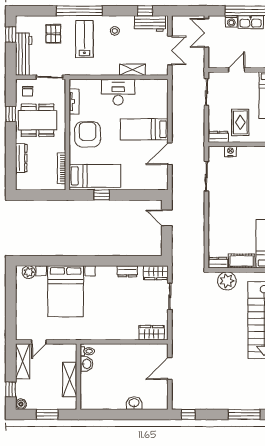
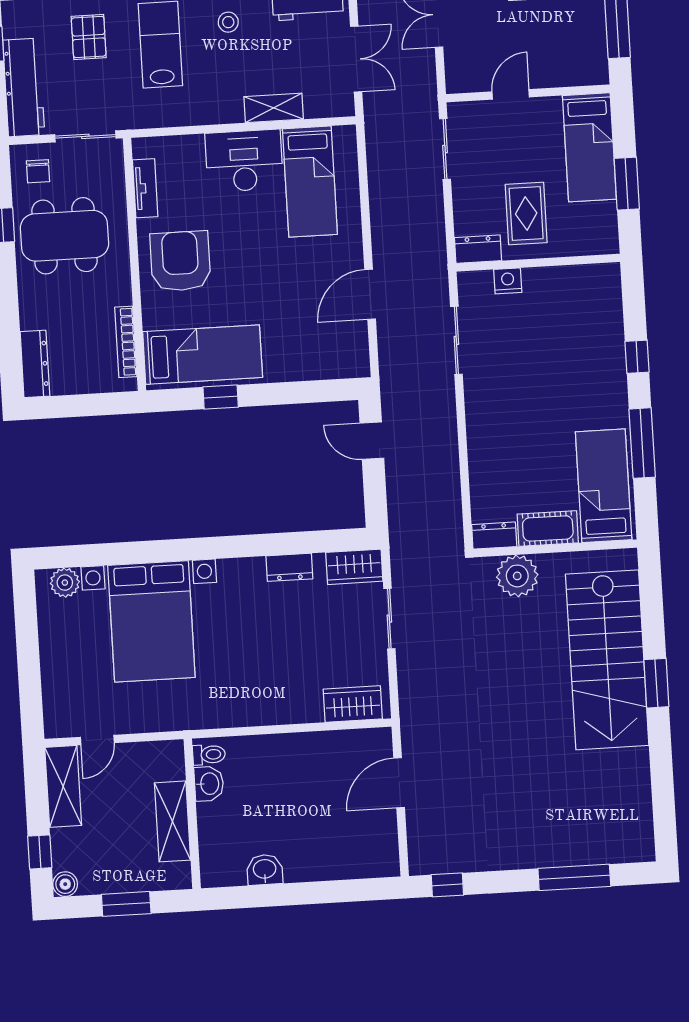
bed: (144, 129) -> (310, 182), moved, turned -90
dresser: (21, 158) -> (35, 364), moved
washbasin: (134, 403) -> (265, 870), moved

